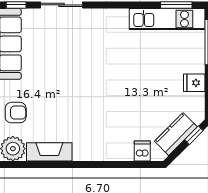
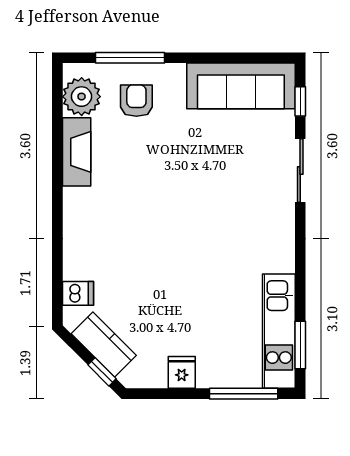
armchair: (16, 113) -> (136, 101), turned 180

